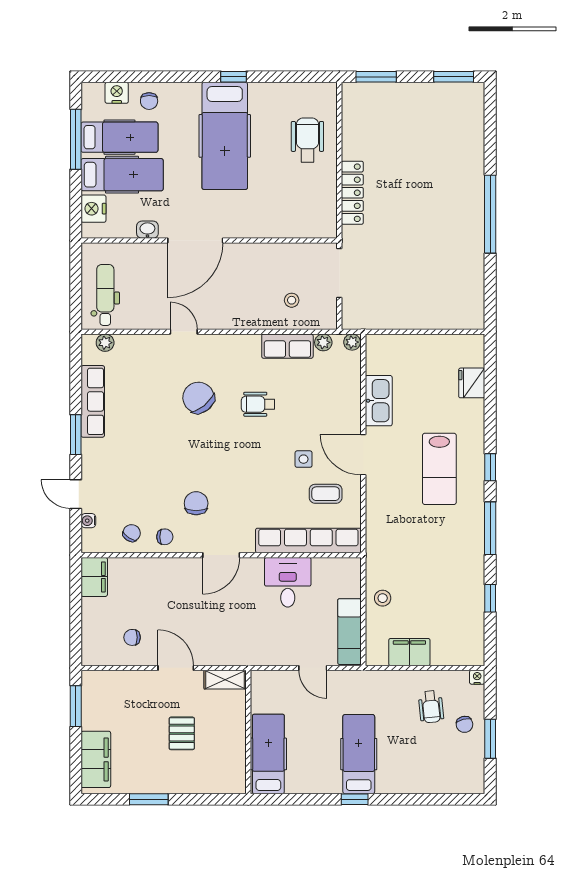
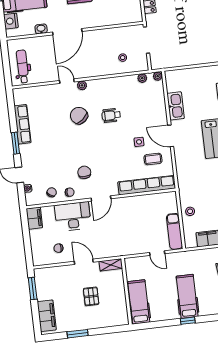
plant: (105, 343) -> (82, 85), moved
row of seats: (287, 346) -> (123, 82), removed
desk: (288, 582) -> (73, 216), moved, width x1.37

